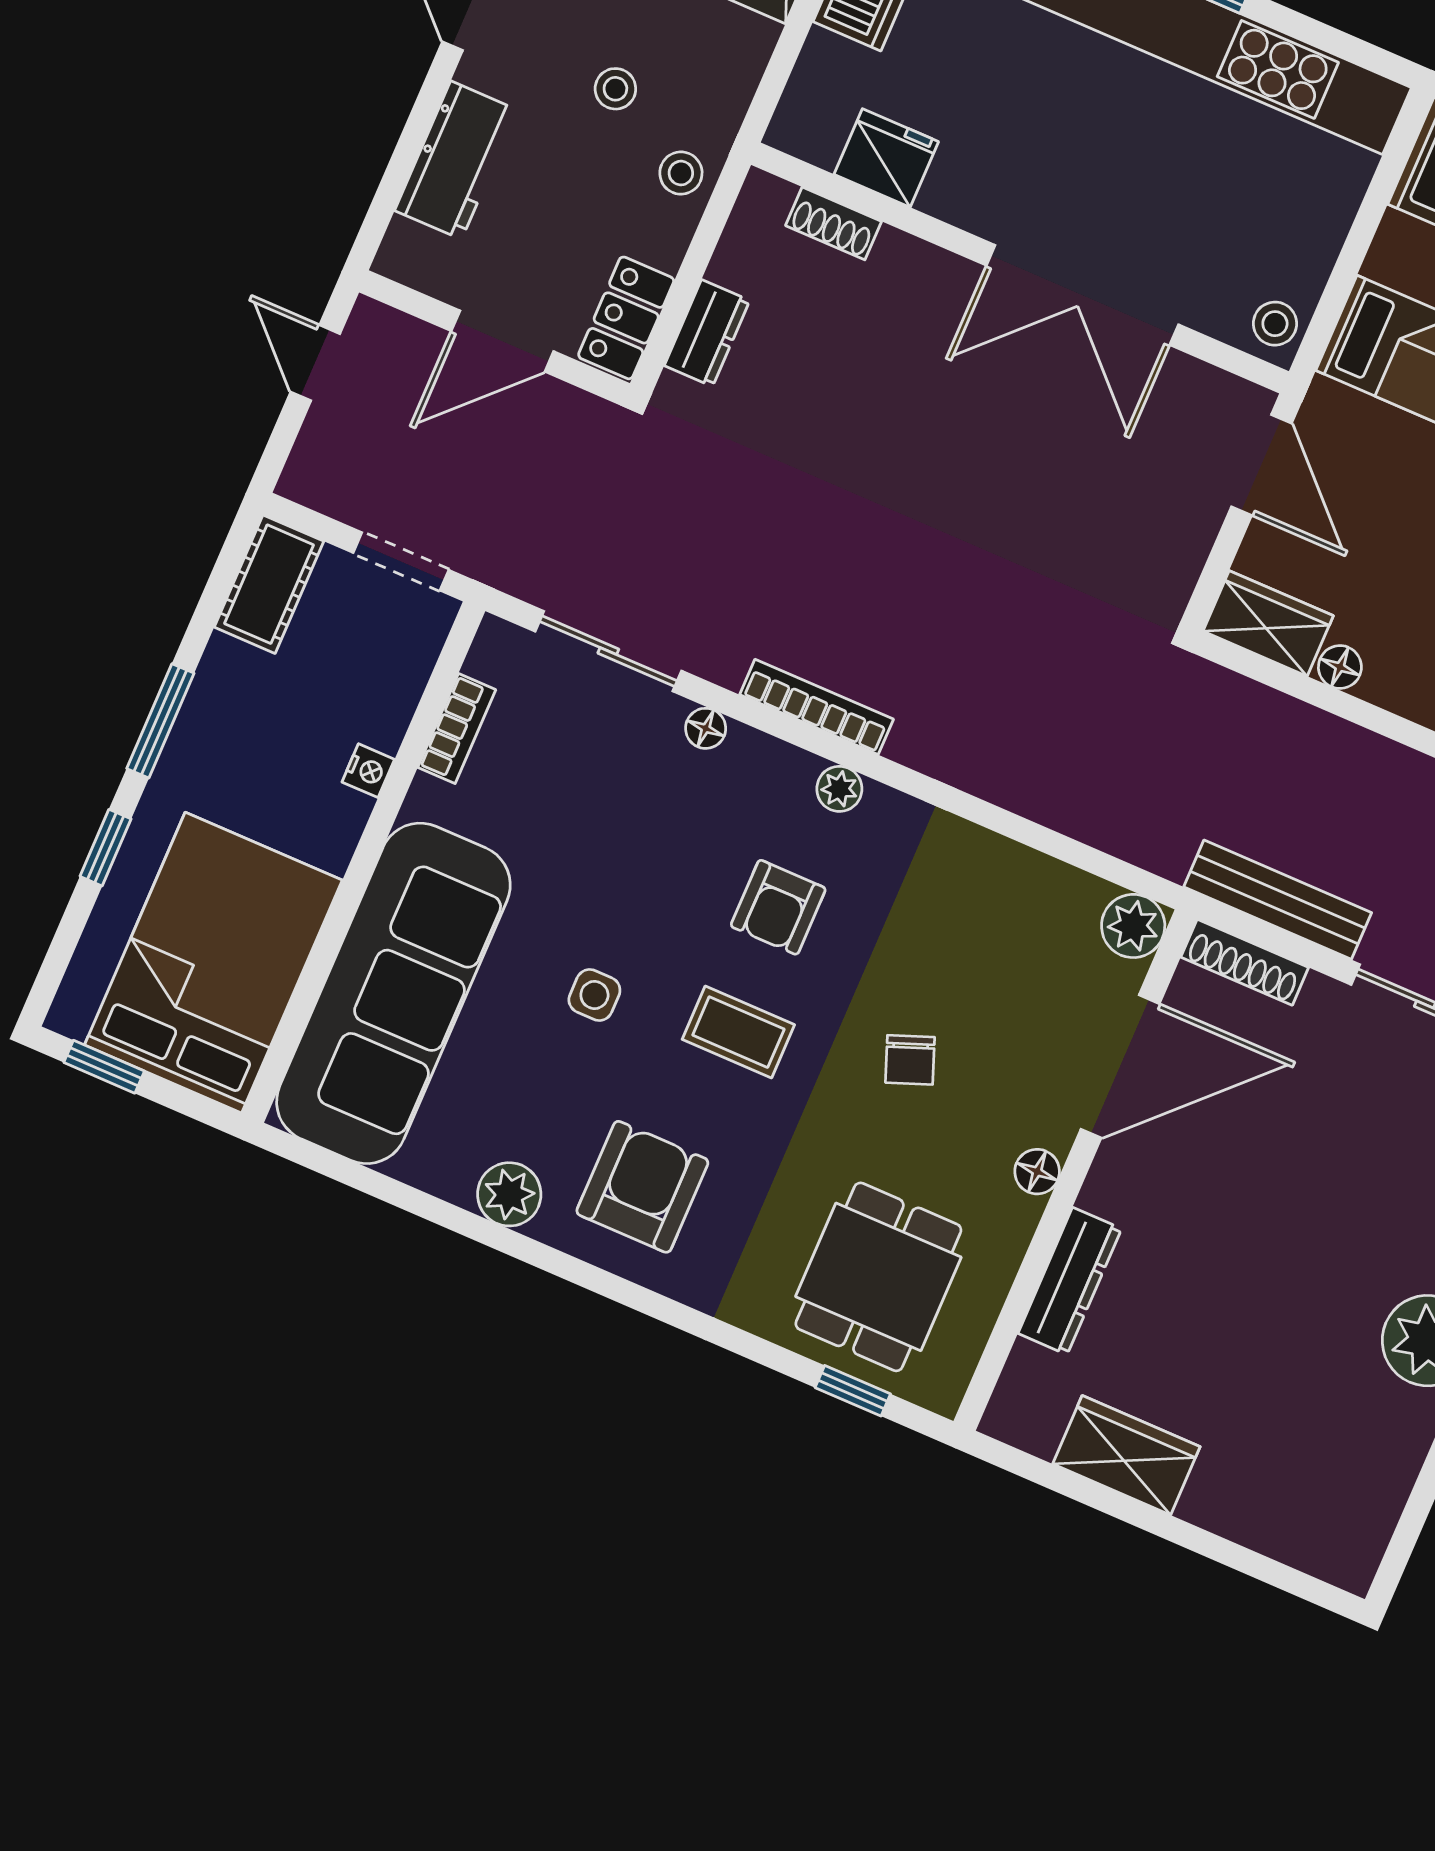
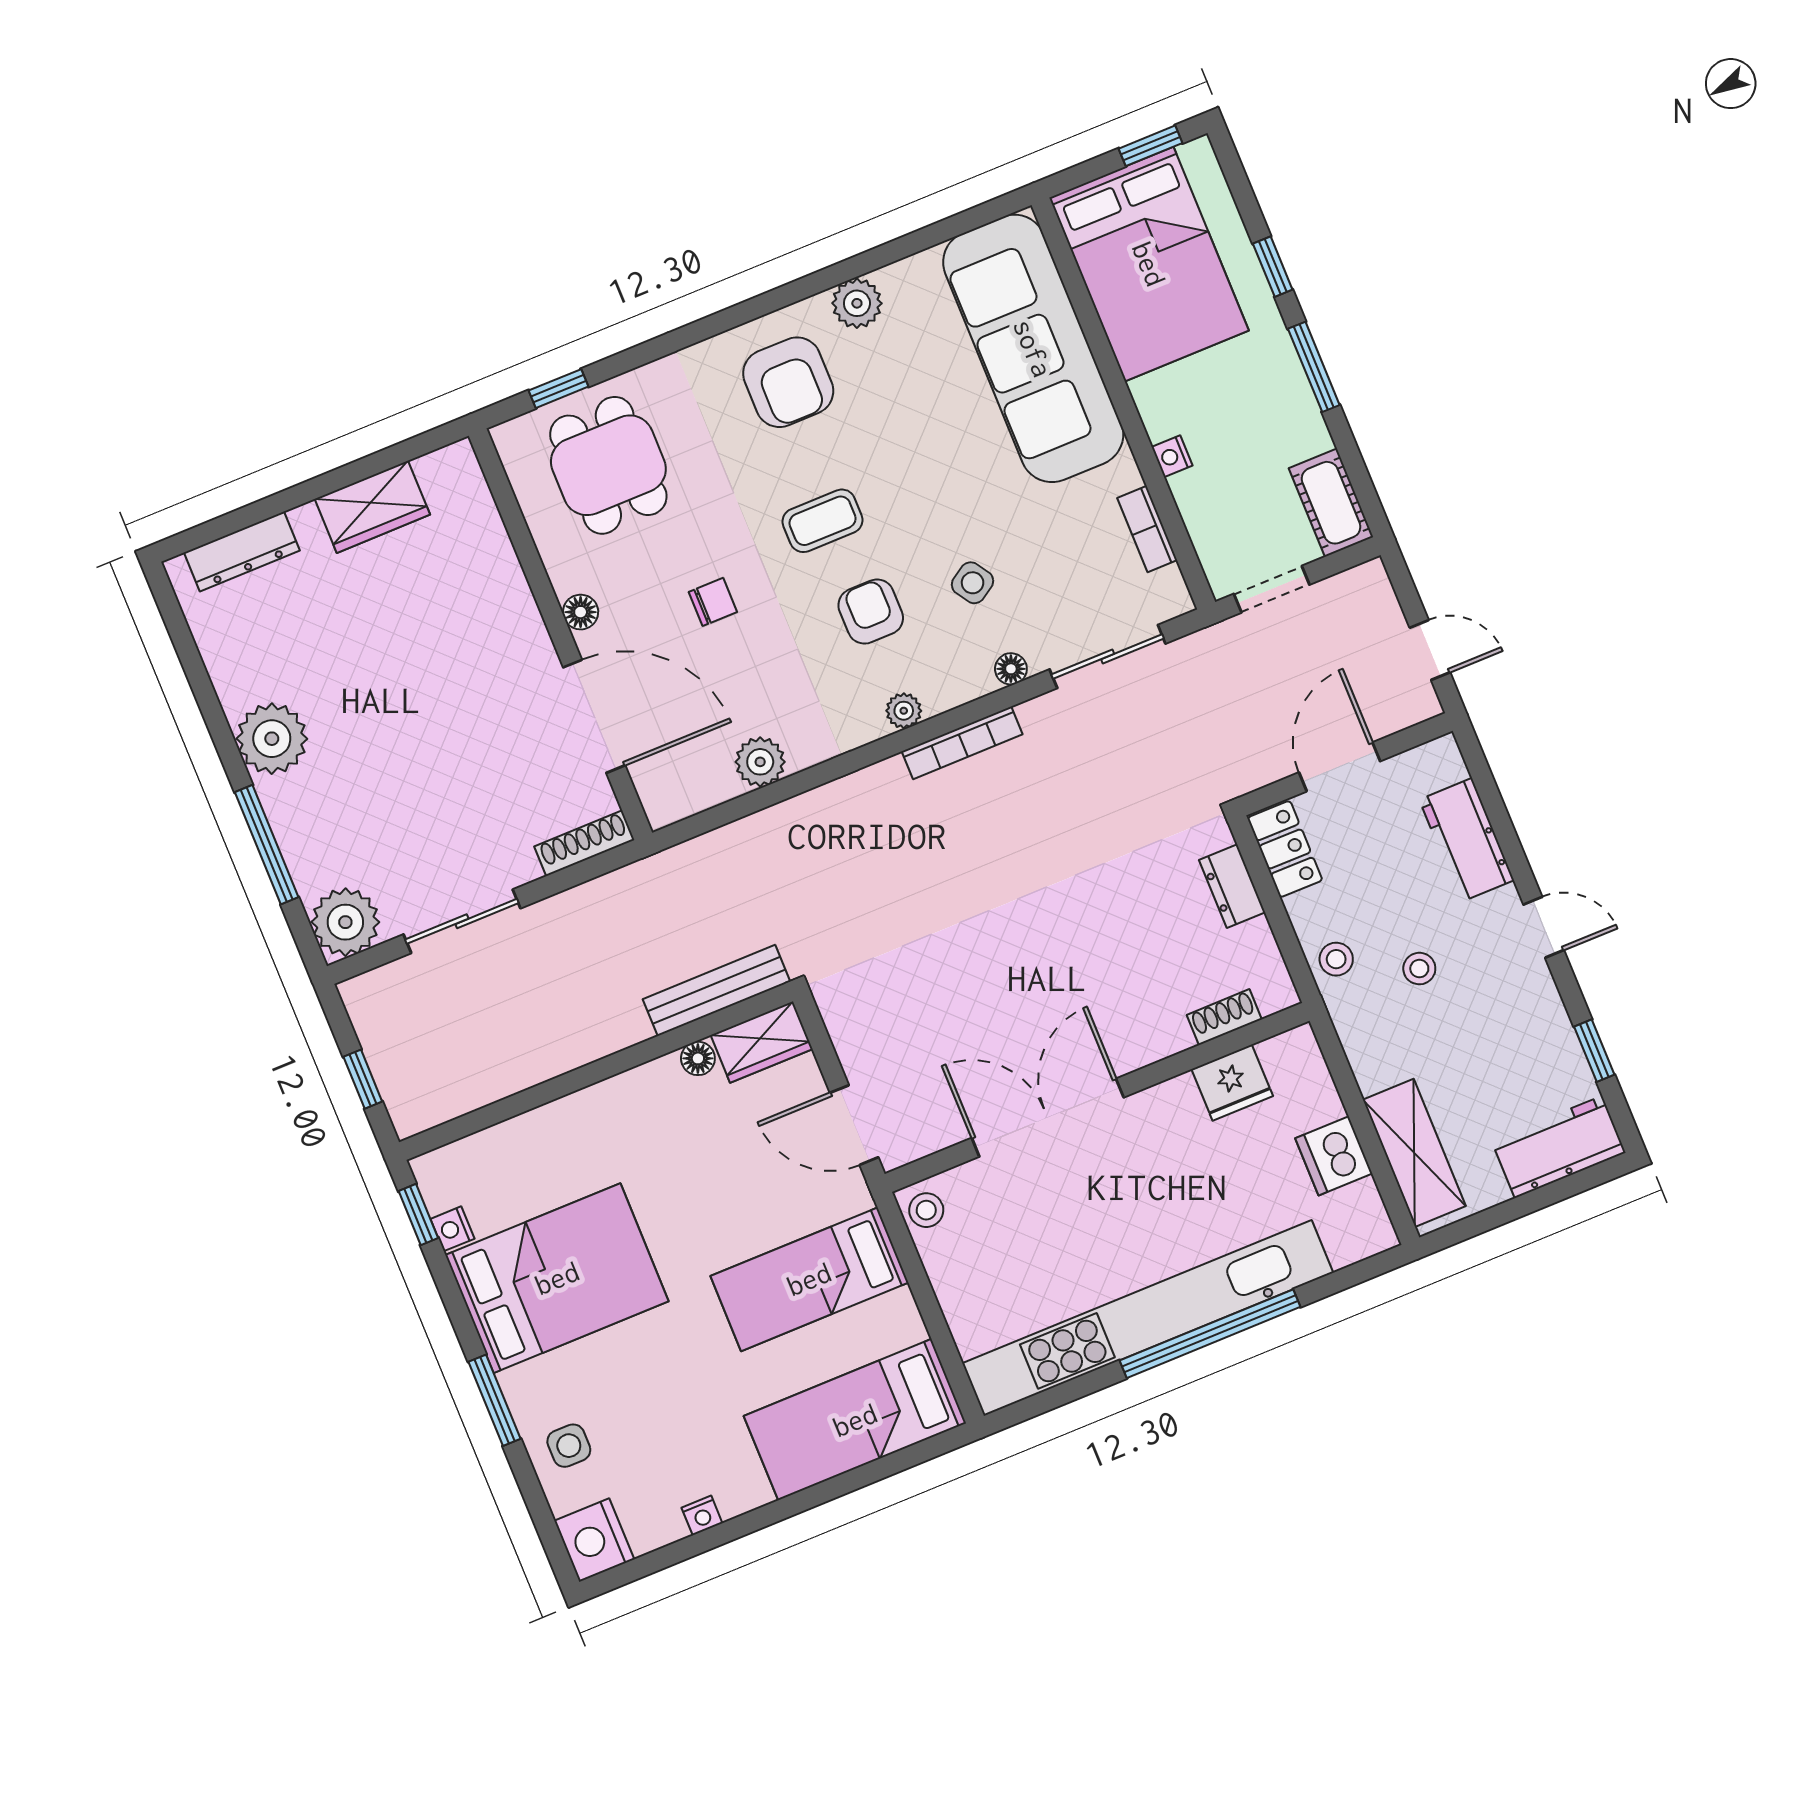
bench: (1278, 900) -> (716, 990), moved
plant: (1133, 926) -> (760, 762), moved
side table: (594, 995) -> (973, 583), moved, turned -33
chair: (910, 1060) -> (713, 602), turned 111
door: (1120, 1066) -> (594, 716), swing flipped
dresser: (1070, 1281) -> (242, 552), moved, turned -90

